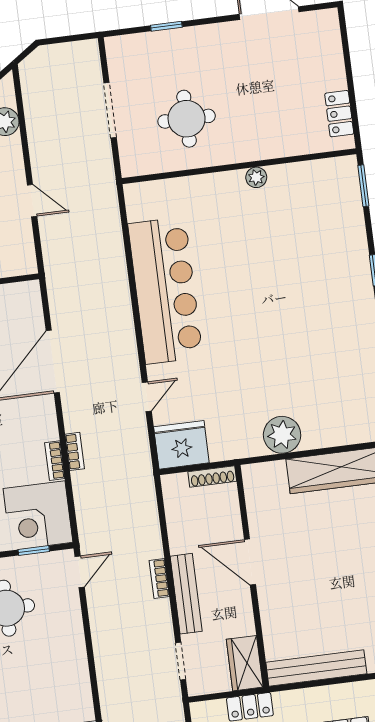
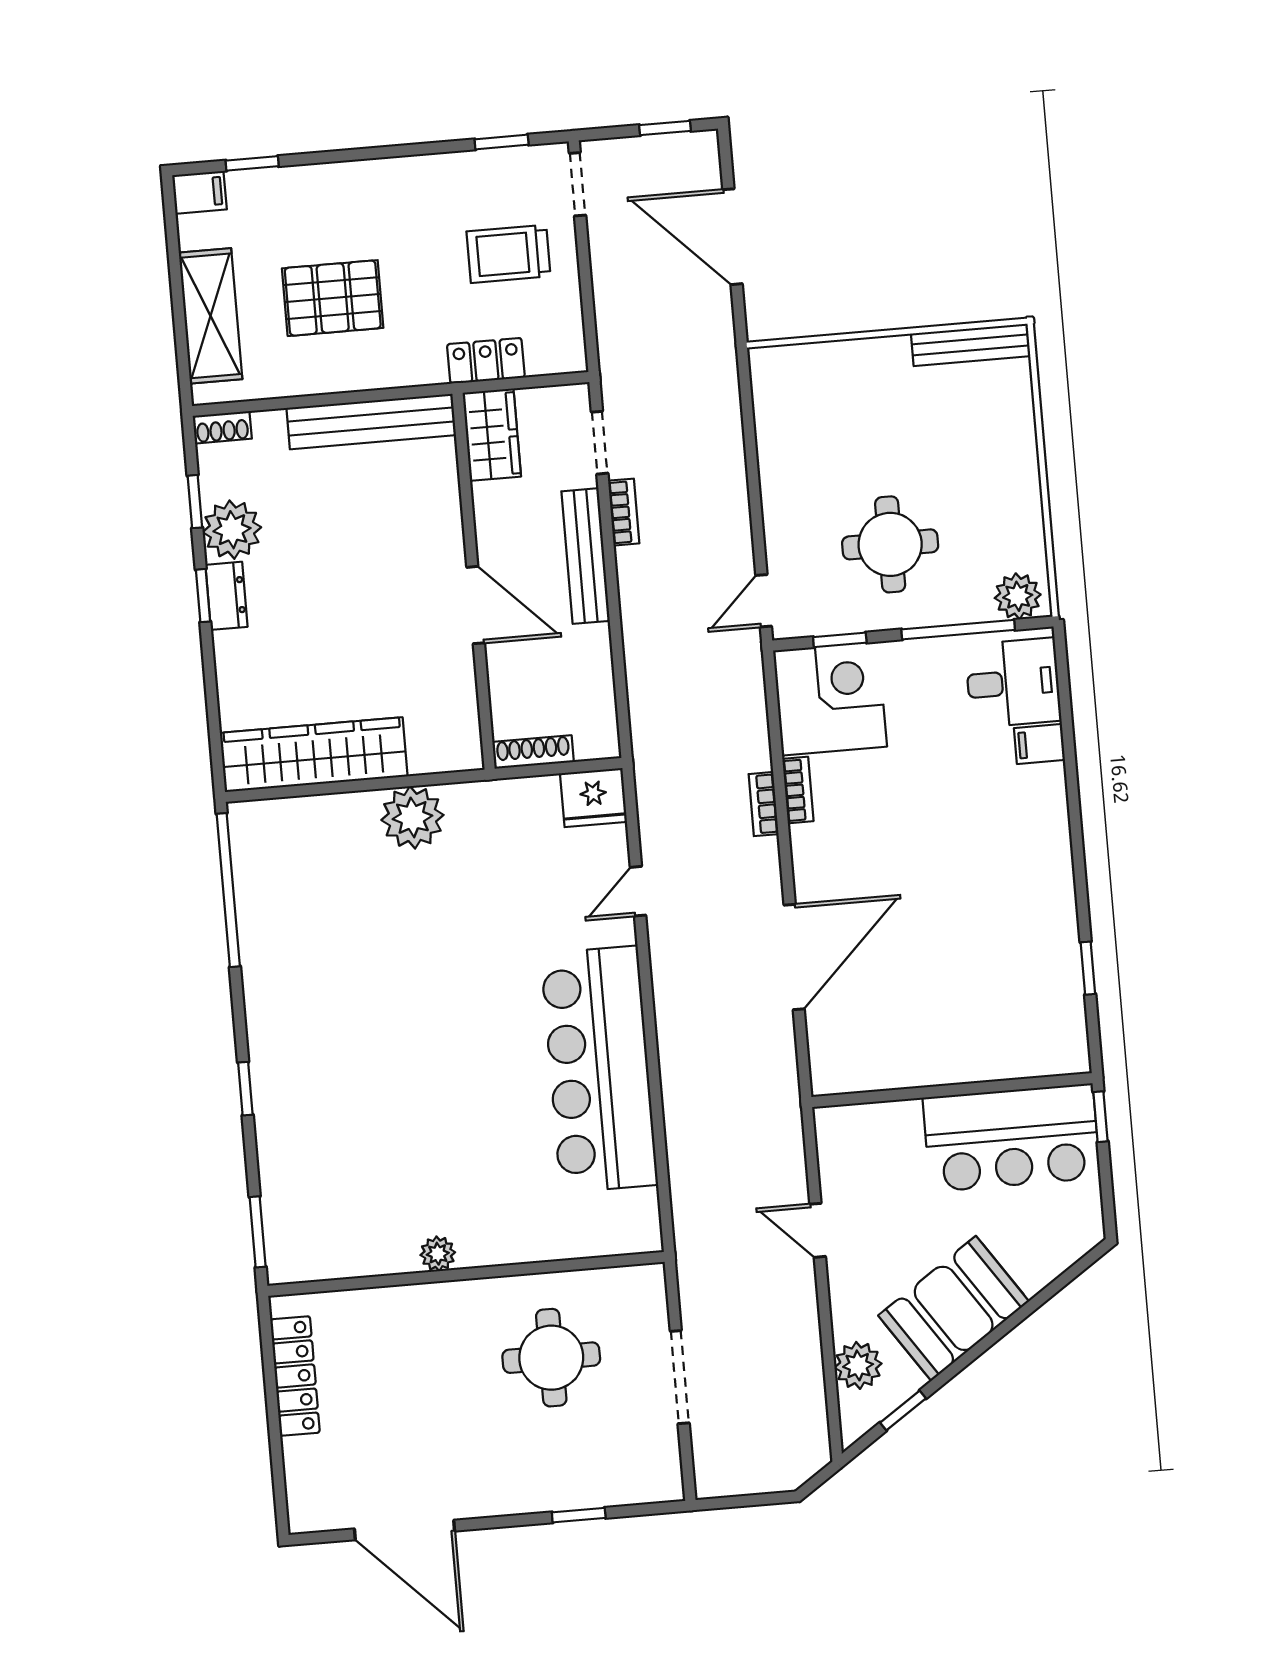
locker: (339, 114) -> (295, 1376), width x1.53
fridge: (181, 445) -> (593, 798), width x0.73, depth x0.75
bookcase: (159, 578) -> (624, 512), moved

